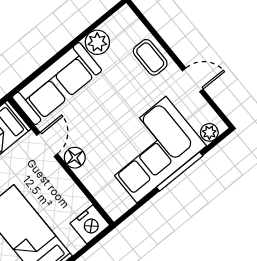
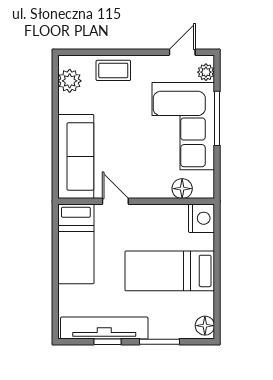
plant: (97, 42) -> (70, 81), moved
door: (193, 80) -> (182, 52), moved
floor lamp: (75, 158) -> (182, 189), moved

